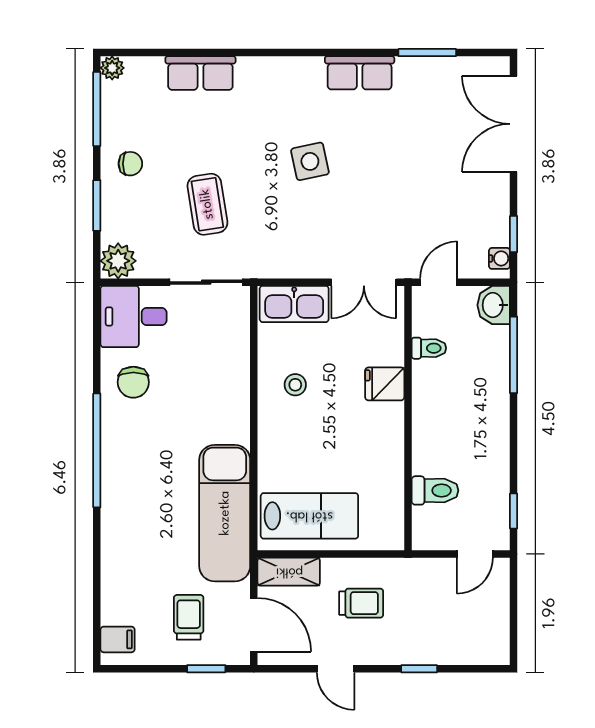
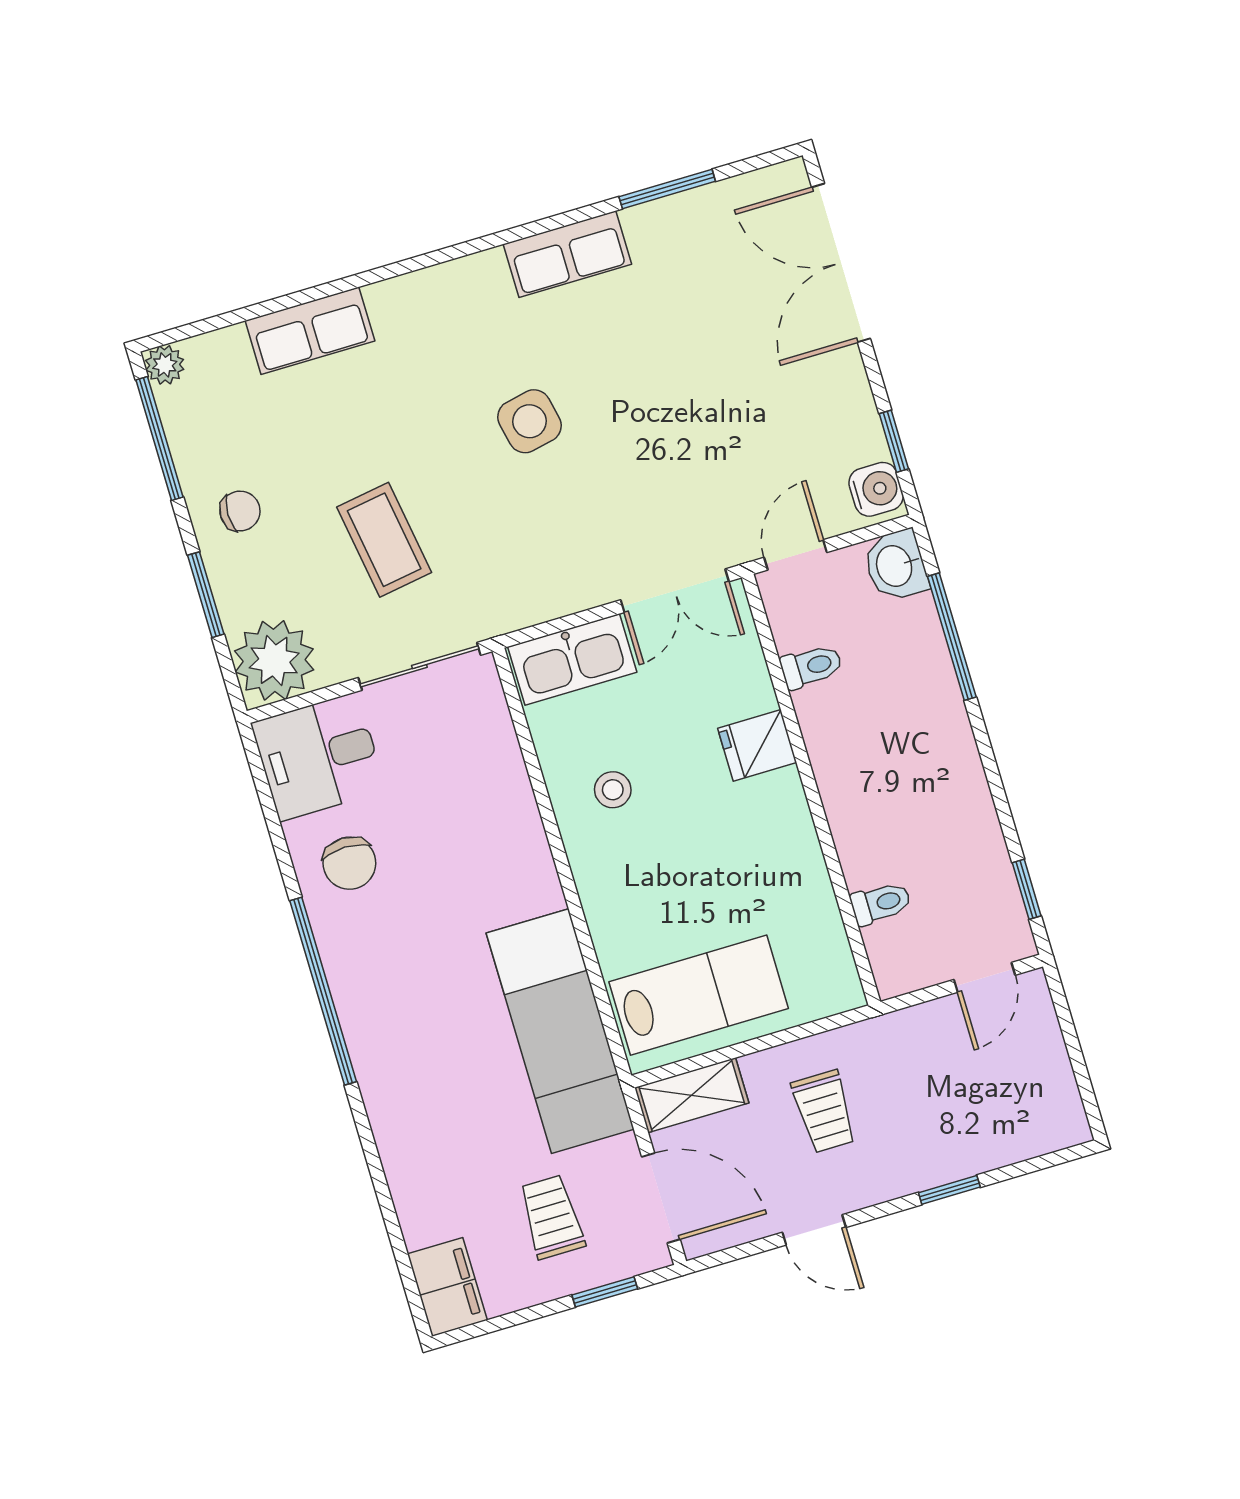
water cooler: (499, 258) -> (876, 489), width x1.38, depth x1.38
plant: (118, 261) -> (274, 660), width x1.36, depth x1.36
toilet: (435, 490) -> (881, 903), width x0.73, depth x0.72
trolley: (361, 603) -> (824, 1111), turned 90
filing cabinet: (118, 639) -> (447, 1287), width x2.00

